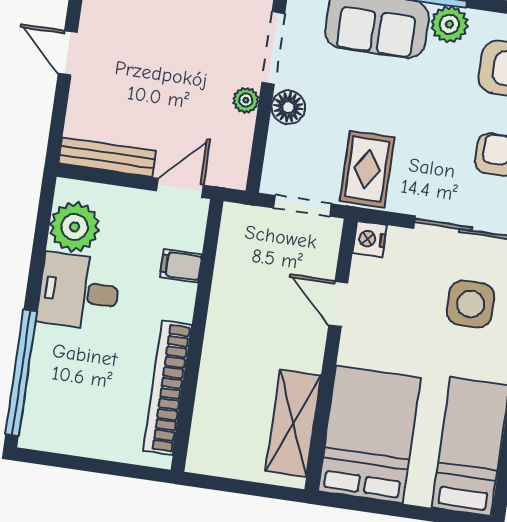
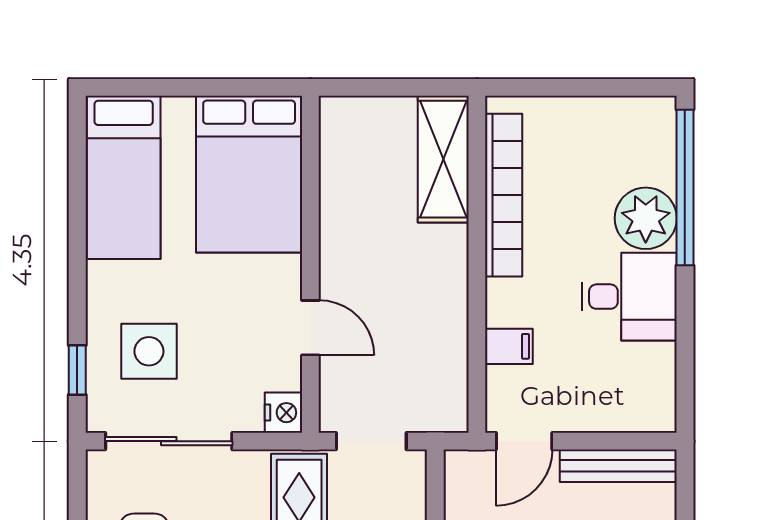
plant: (75, 227) -> (646, 218), moved
shelving: (293, 423) -> (443, 159), moved

